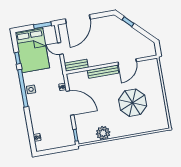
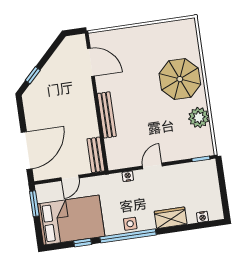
door: (78, 19) -> (27, 150), hinge flipped
door: (127, 62) -> (91, 62), moved
door: (70, 103) -> (152, 166), width x0.53
parasol: (133, 103) -> (180, 79), moved
wardrobe: (36, 116) -> (171, 218), added

